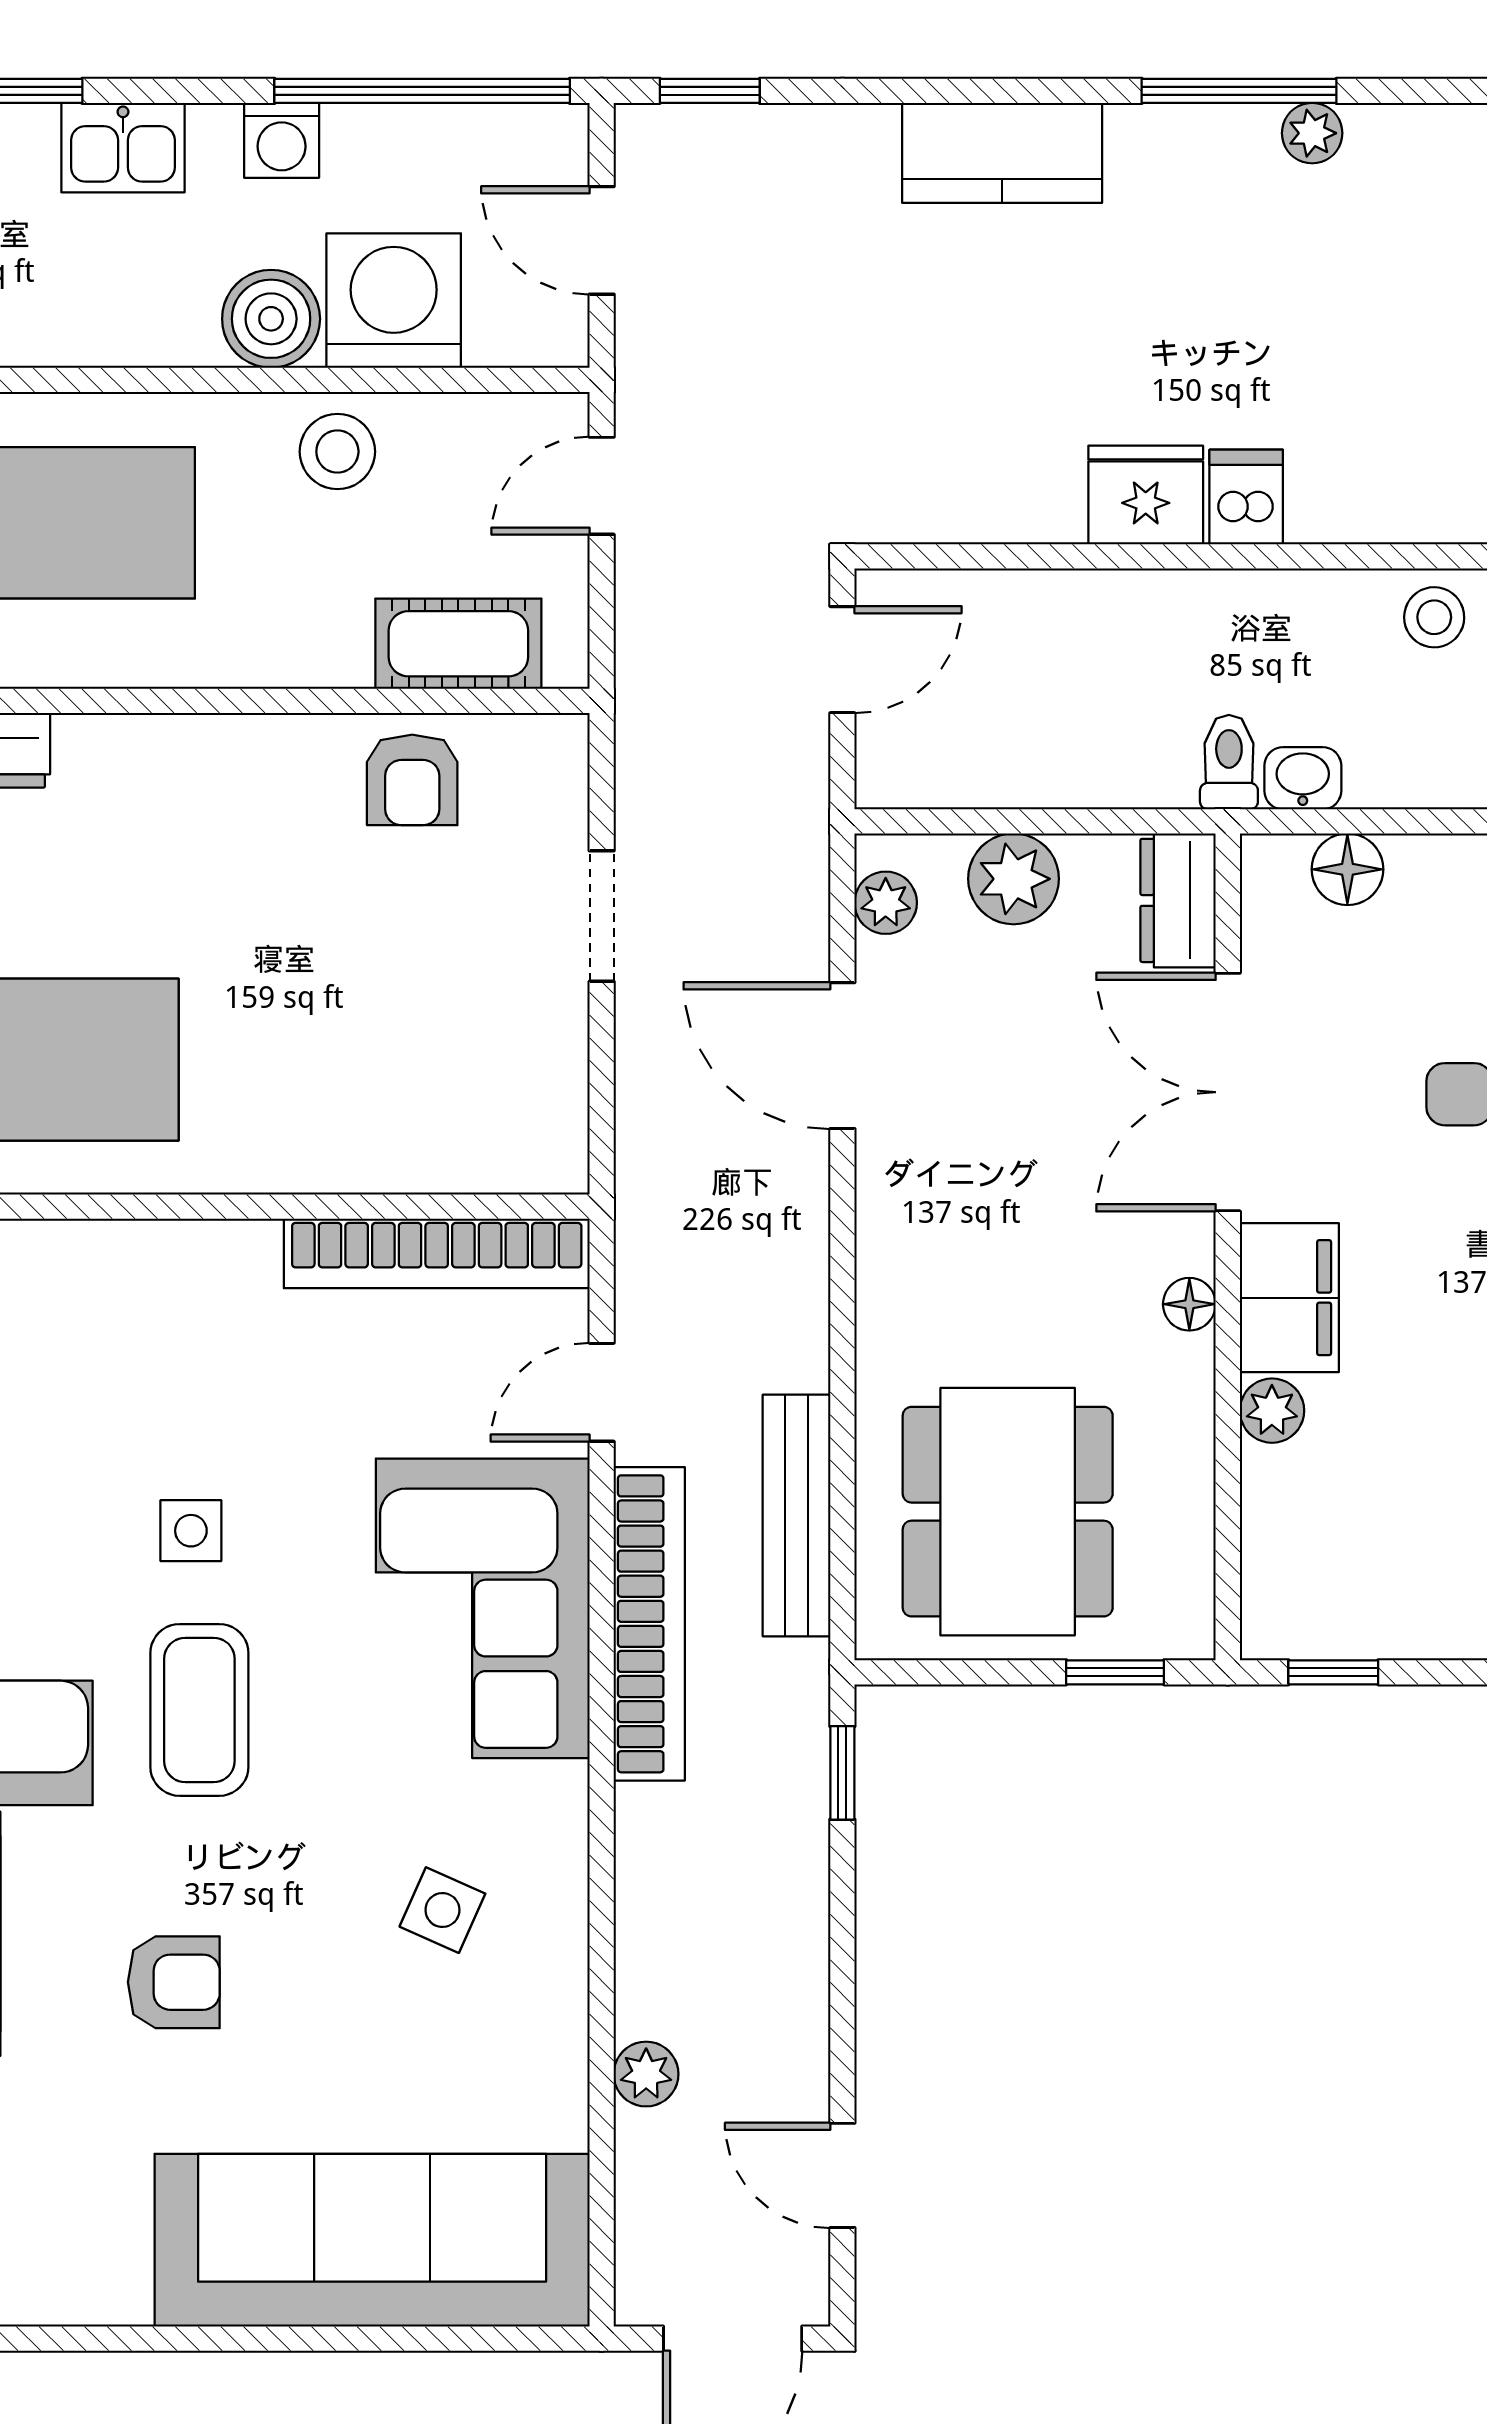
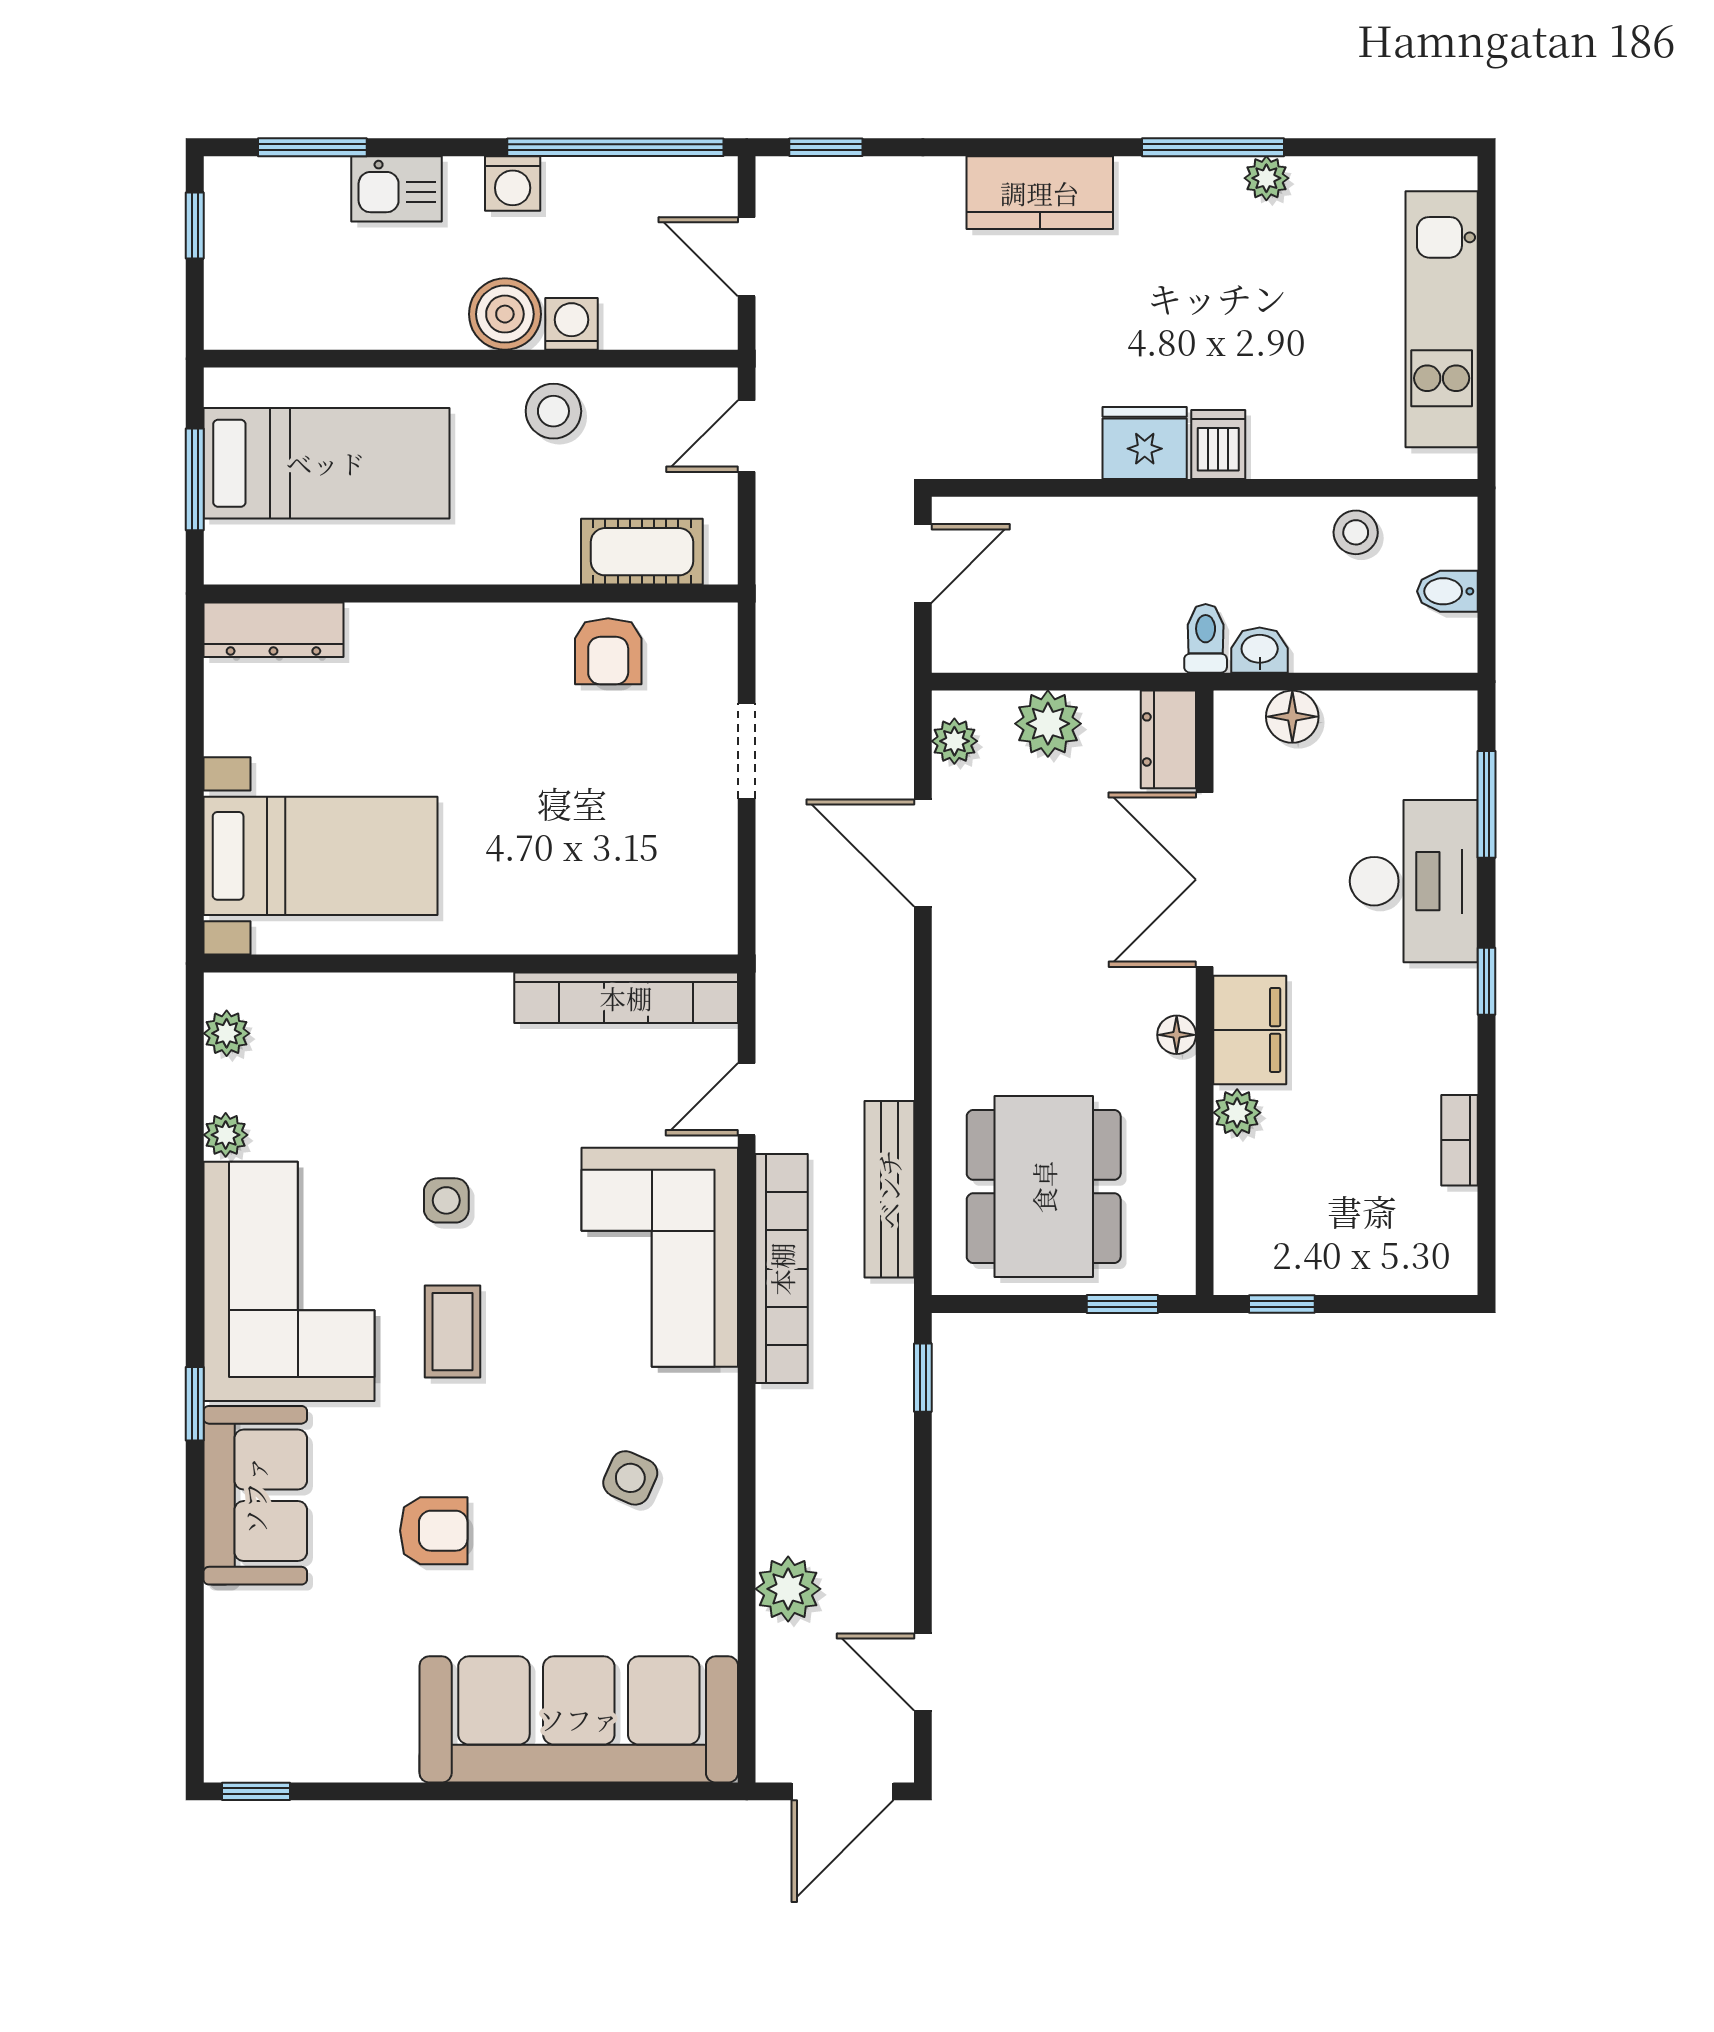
washing machine: (394, 301) -> (571, 324), width x0.53, depth x0.53
coffee table: (199, 1710) -> (453, 1332), width x0.73, depth x0.77
plant: (646, 2074) -> (788, 1589), width x1.38, depth x1.38

